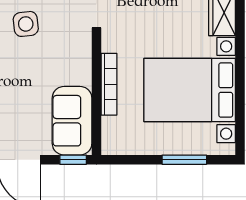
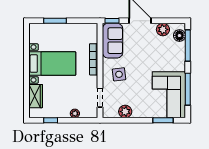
side table: (26, 24) -> (119, 74), moved
bed with nightstands: (190, 90) -> (52, 64), width x0.73

